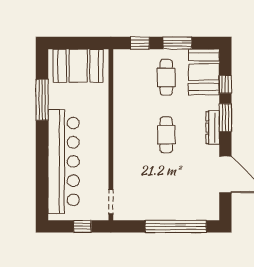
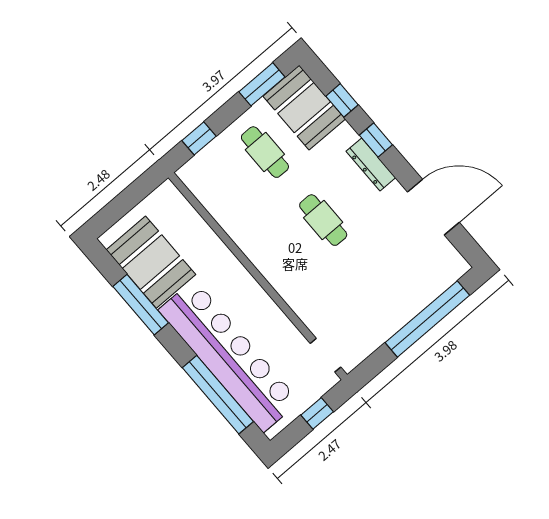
window: (177, 43) -> (262, 84), moved
booth: (78, 66) -> (151, 262), moved, turned 90
window: (225, 118) -> (376, 140), width x0.67
window: (42, 176) -> (218, 395), added

